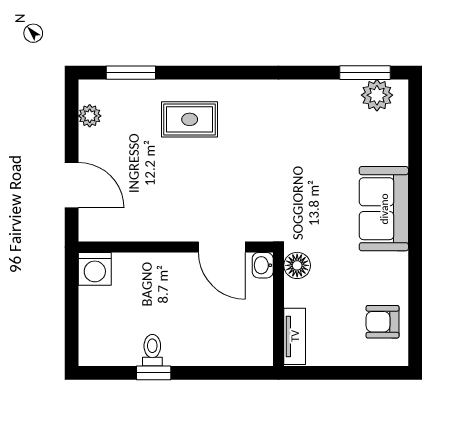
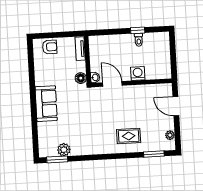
plant: (377, 95) -> (64, 150), moved
washing machine: (95, 269) -> (138, 73), moved
armchair: (383, 322) -> (50, 47), moved

